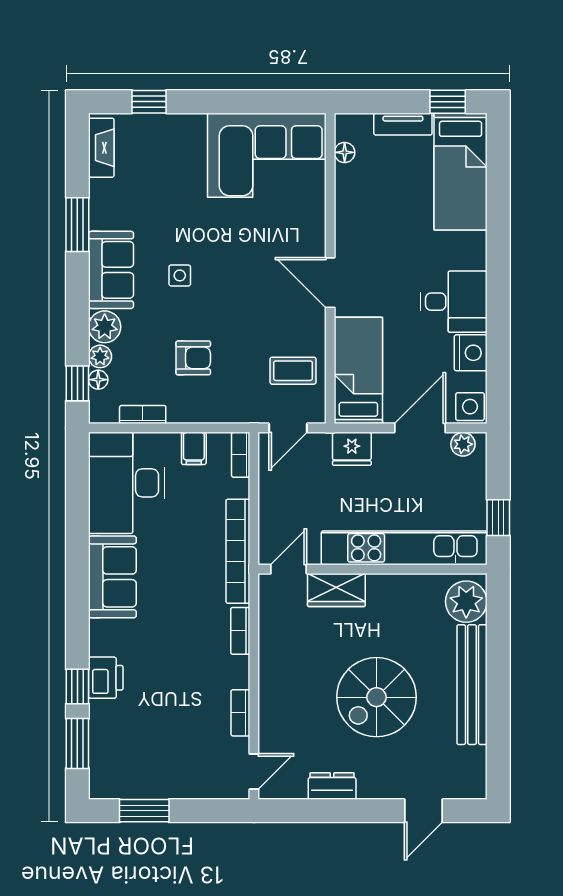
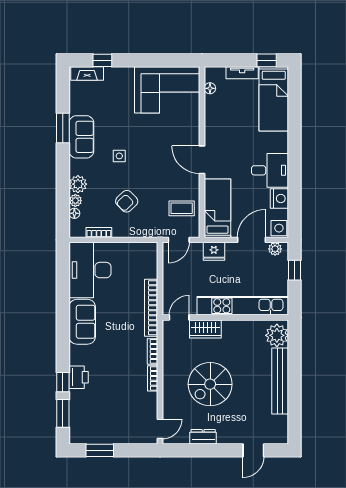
fireplace: (101, 148) -> (87, 74), moved, turned 90
sofa: (111, 270) -> (81, 137), moved
armchair: (193, 358) -> (127, 201), turned 136
window: (77, 383) -> (63, 215), removed
filing cabinet: (194, 448) -> (127, 251), removed
bookcase: (241, 455) -> (153, 255), removed
window: (498, 518) -> (294, 270), moved
spiral stairs: (377, 697) -> (210, 384), moved
bookcase: (240, 713) -> (153, 378), moved

